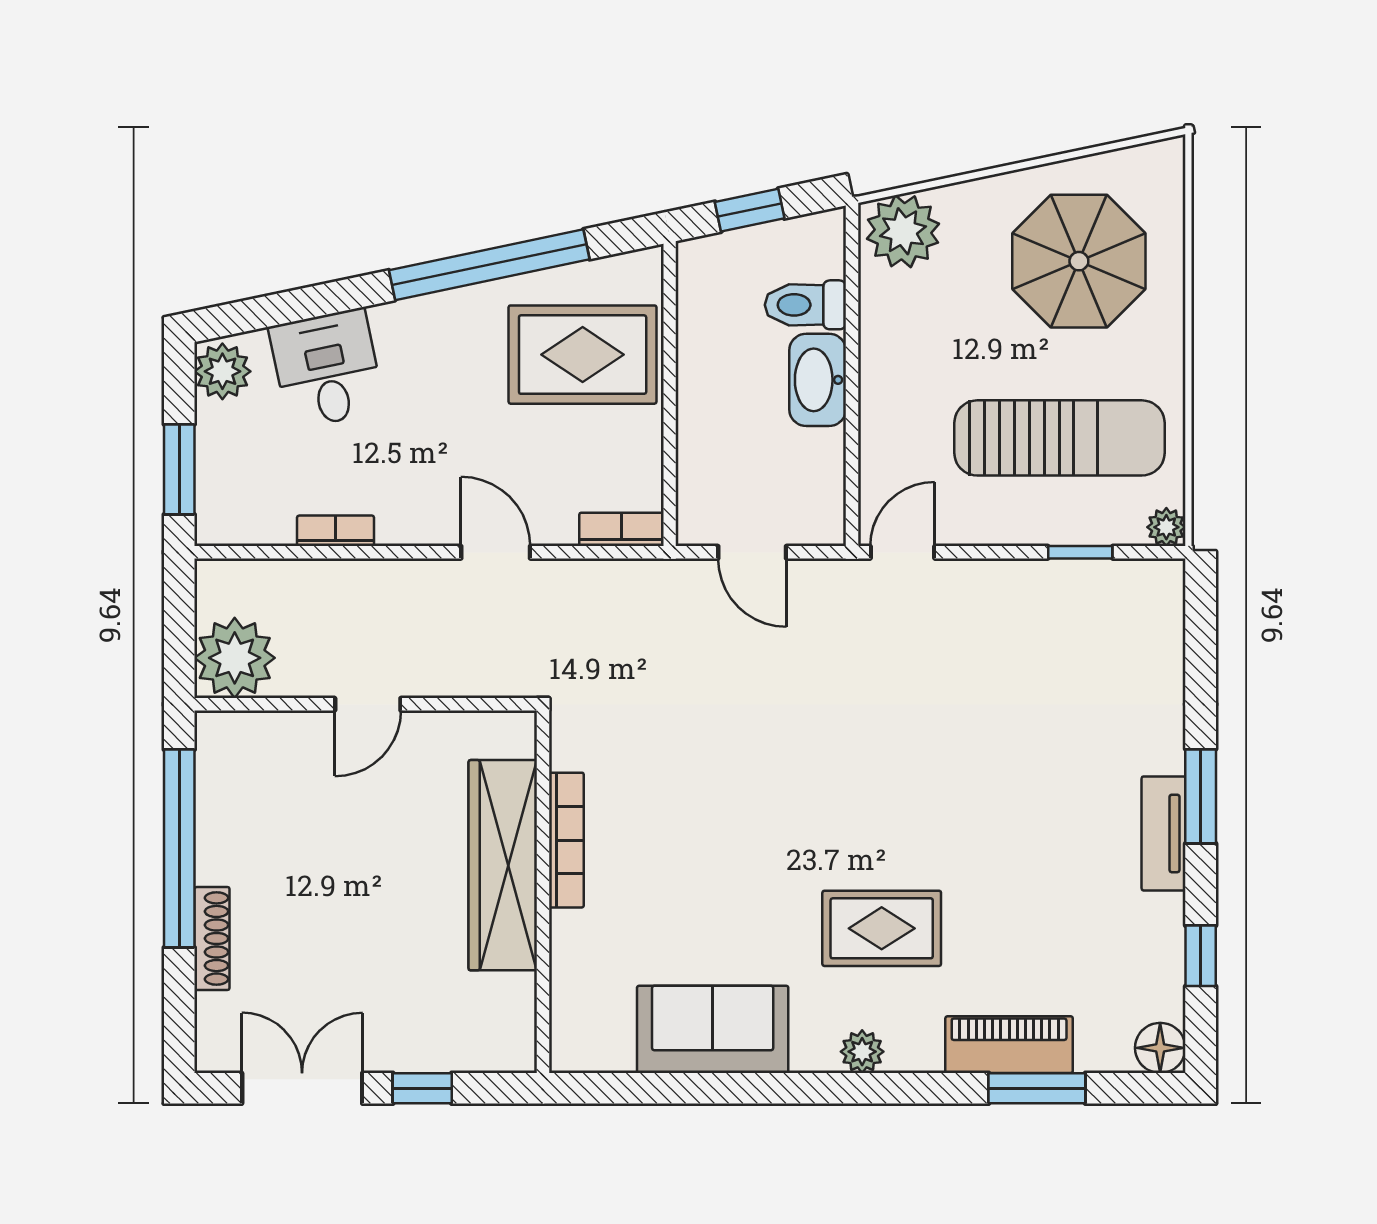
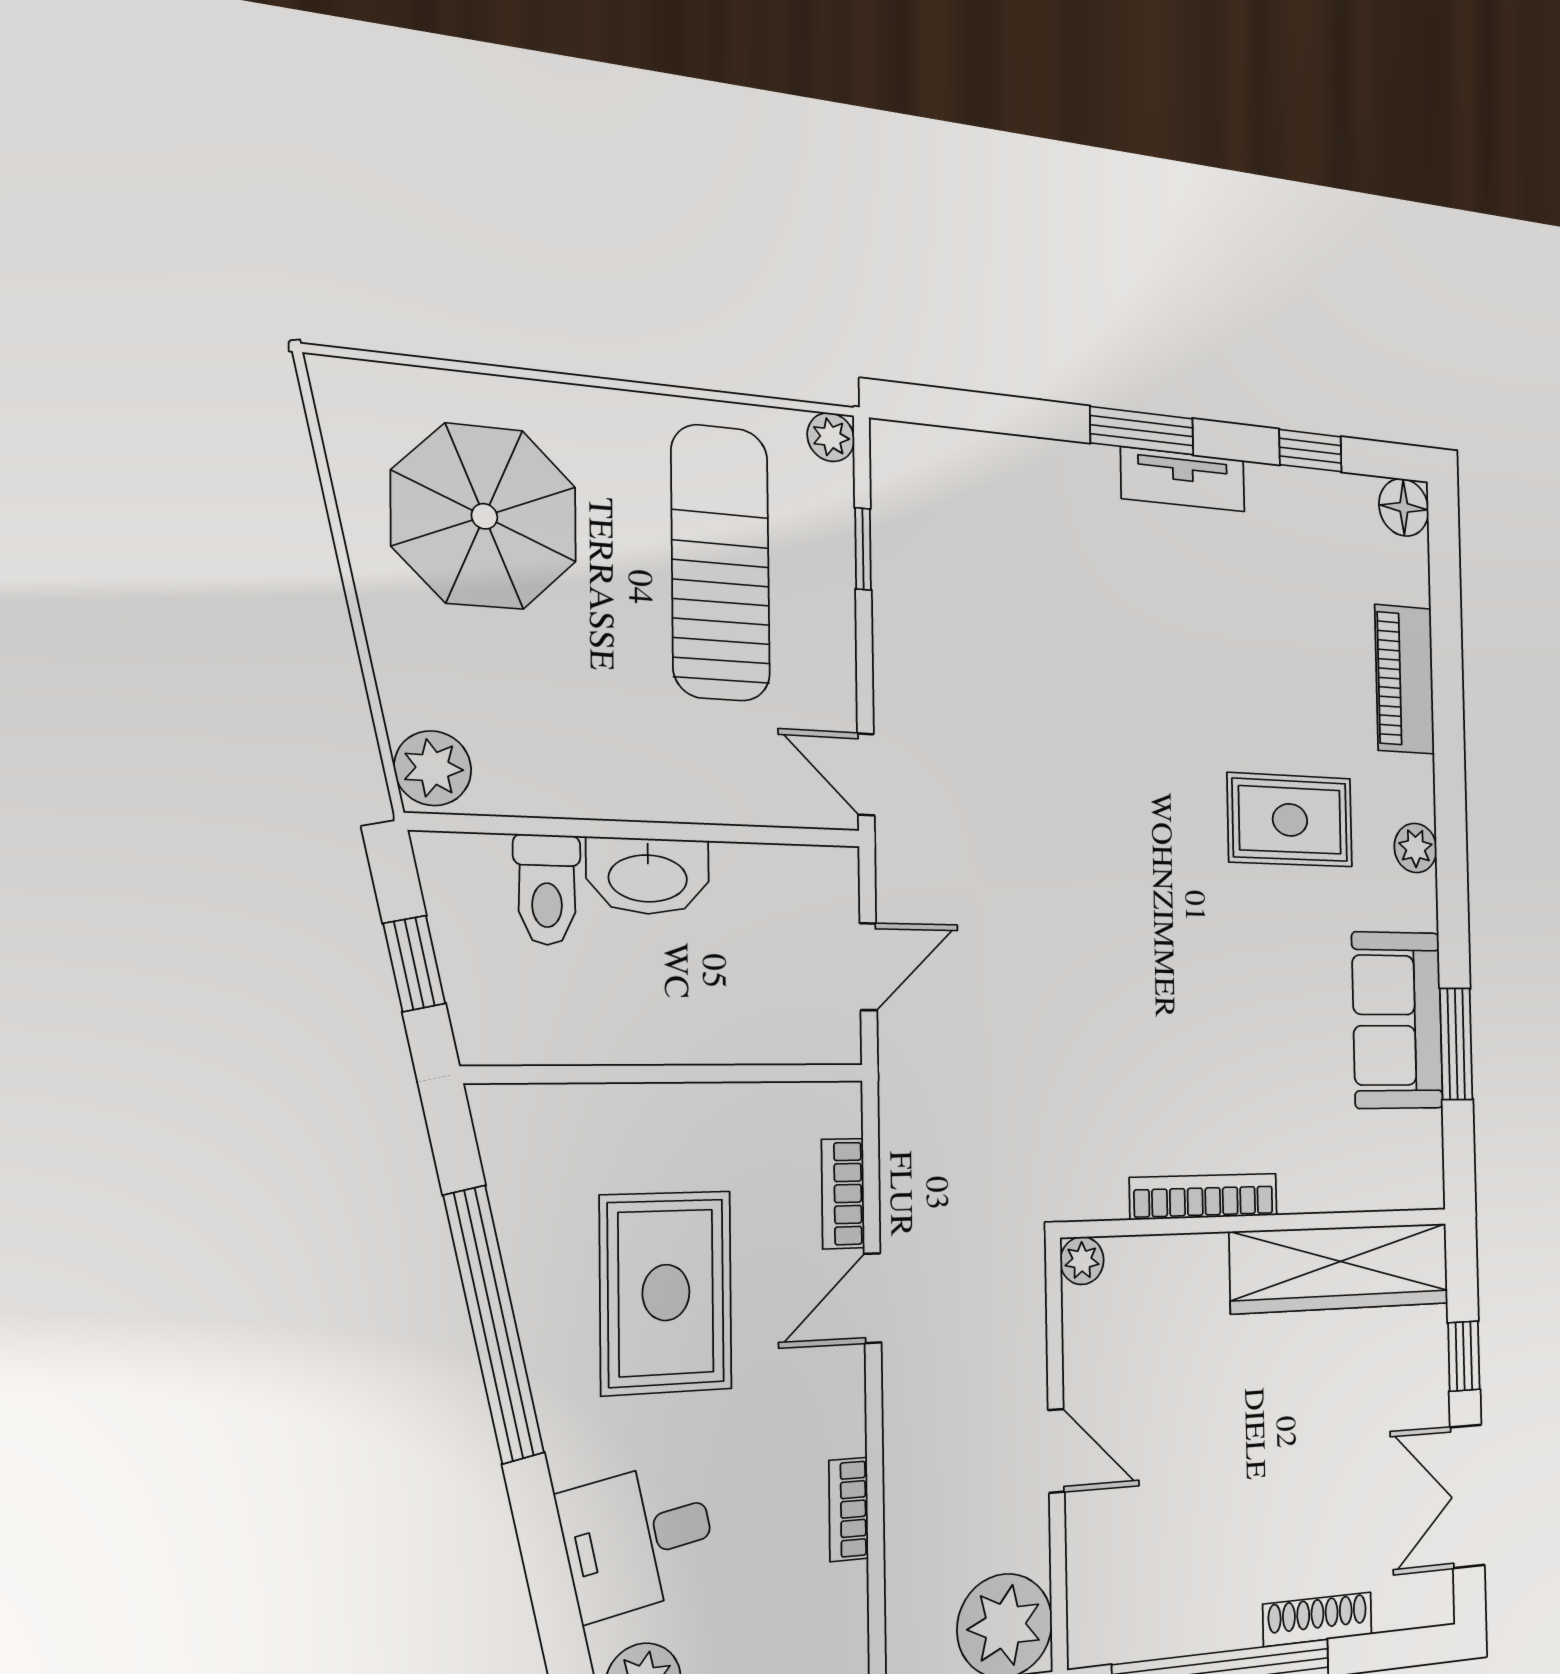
plant: (903, 231) -> (433, 768), width x0.73, depth x0.73
rug: (583, 355) -> (666, 1293), moved
bookcase: (622, 529) -> (843, 1194), moved
plant: (518, 729) -> (1082, 1261), added
wardrobe: (503, 865) -> (1340, 1268), moved
rug: (882, 928) -> (1290, 820), turned 90
window: (1037, 1088) -> (1456, 1044), moved

